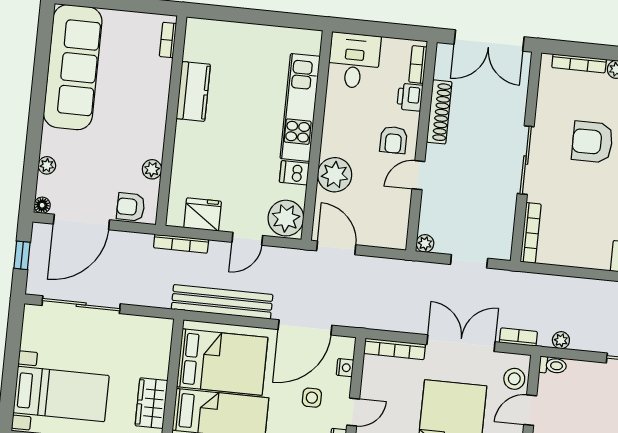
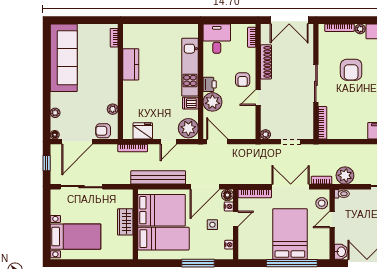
printer: (410, 97) -> (210, 84), moved, turned 180
armchair: (592, 142) -> (351, 70), turned -90
plant: (561, 340) -> (345, 175), width x1.87, depth x1.87
floor lamp: (345, 347) -> (227, 195), added
wardrobe: (151, 403) -> (125, 222), moved
door: (353, 412) -> (236, 219), moved

